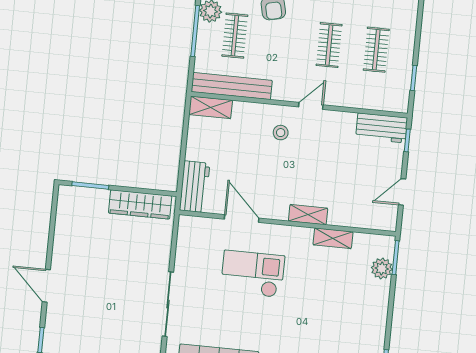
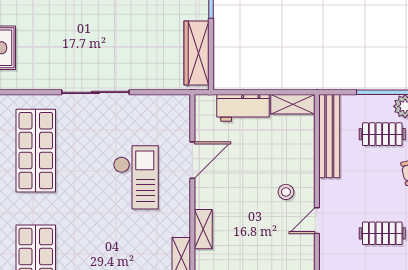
door: (311, 106) -> (317, 221), swing flipped
shelving: (211, 107) -> (293, 104), moved, turned 90
workbench: (195, 187) -> (243, 108), moved

